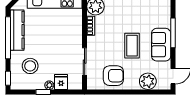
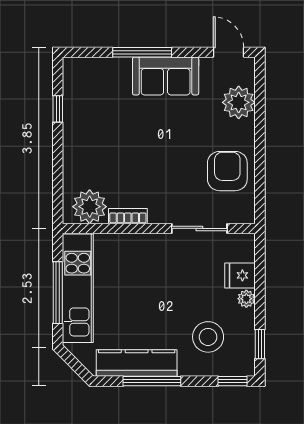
window: (8, 38) -> (152, 381), width x0.68
coffee table: (132, 46) -> (167, 134), removed
window: (43, 92) -> (260, 344), moved

